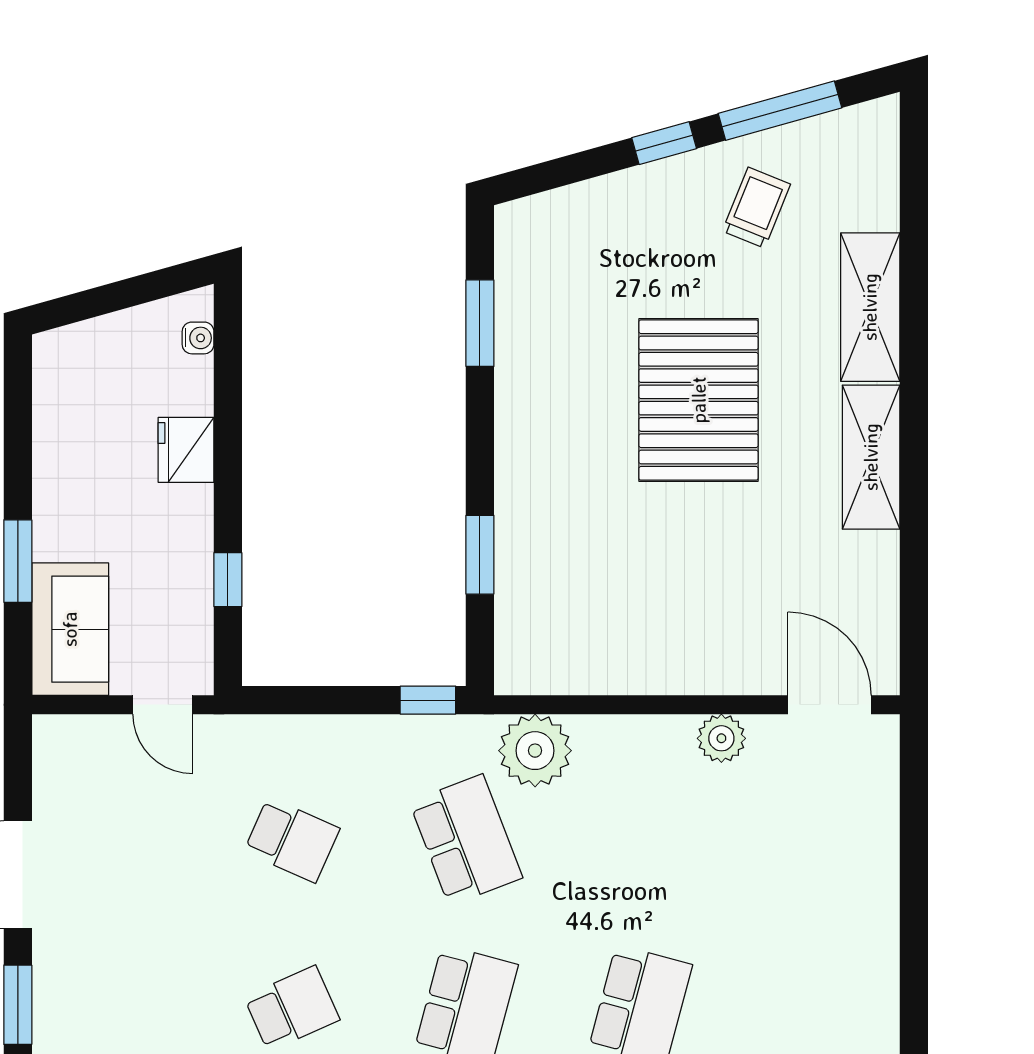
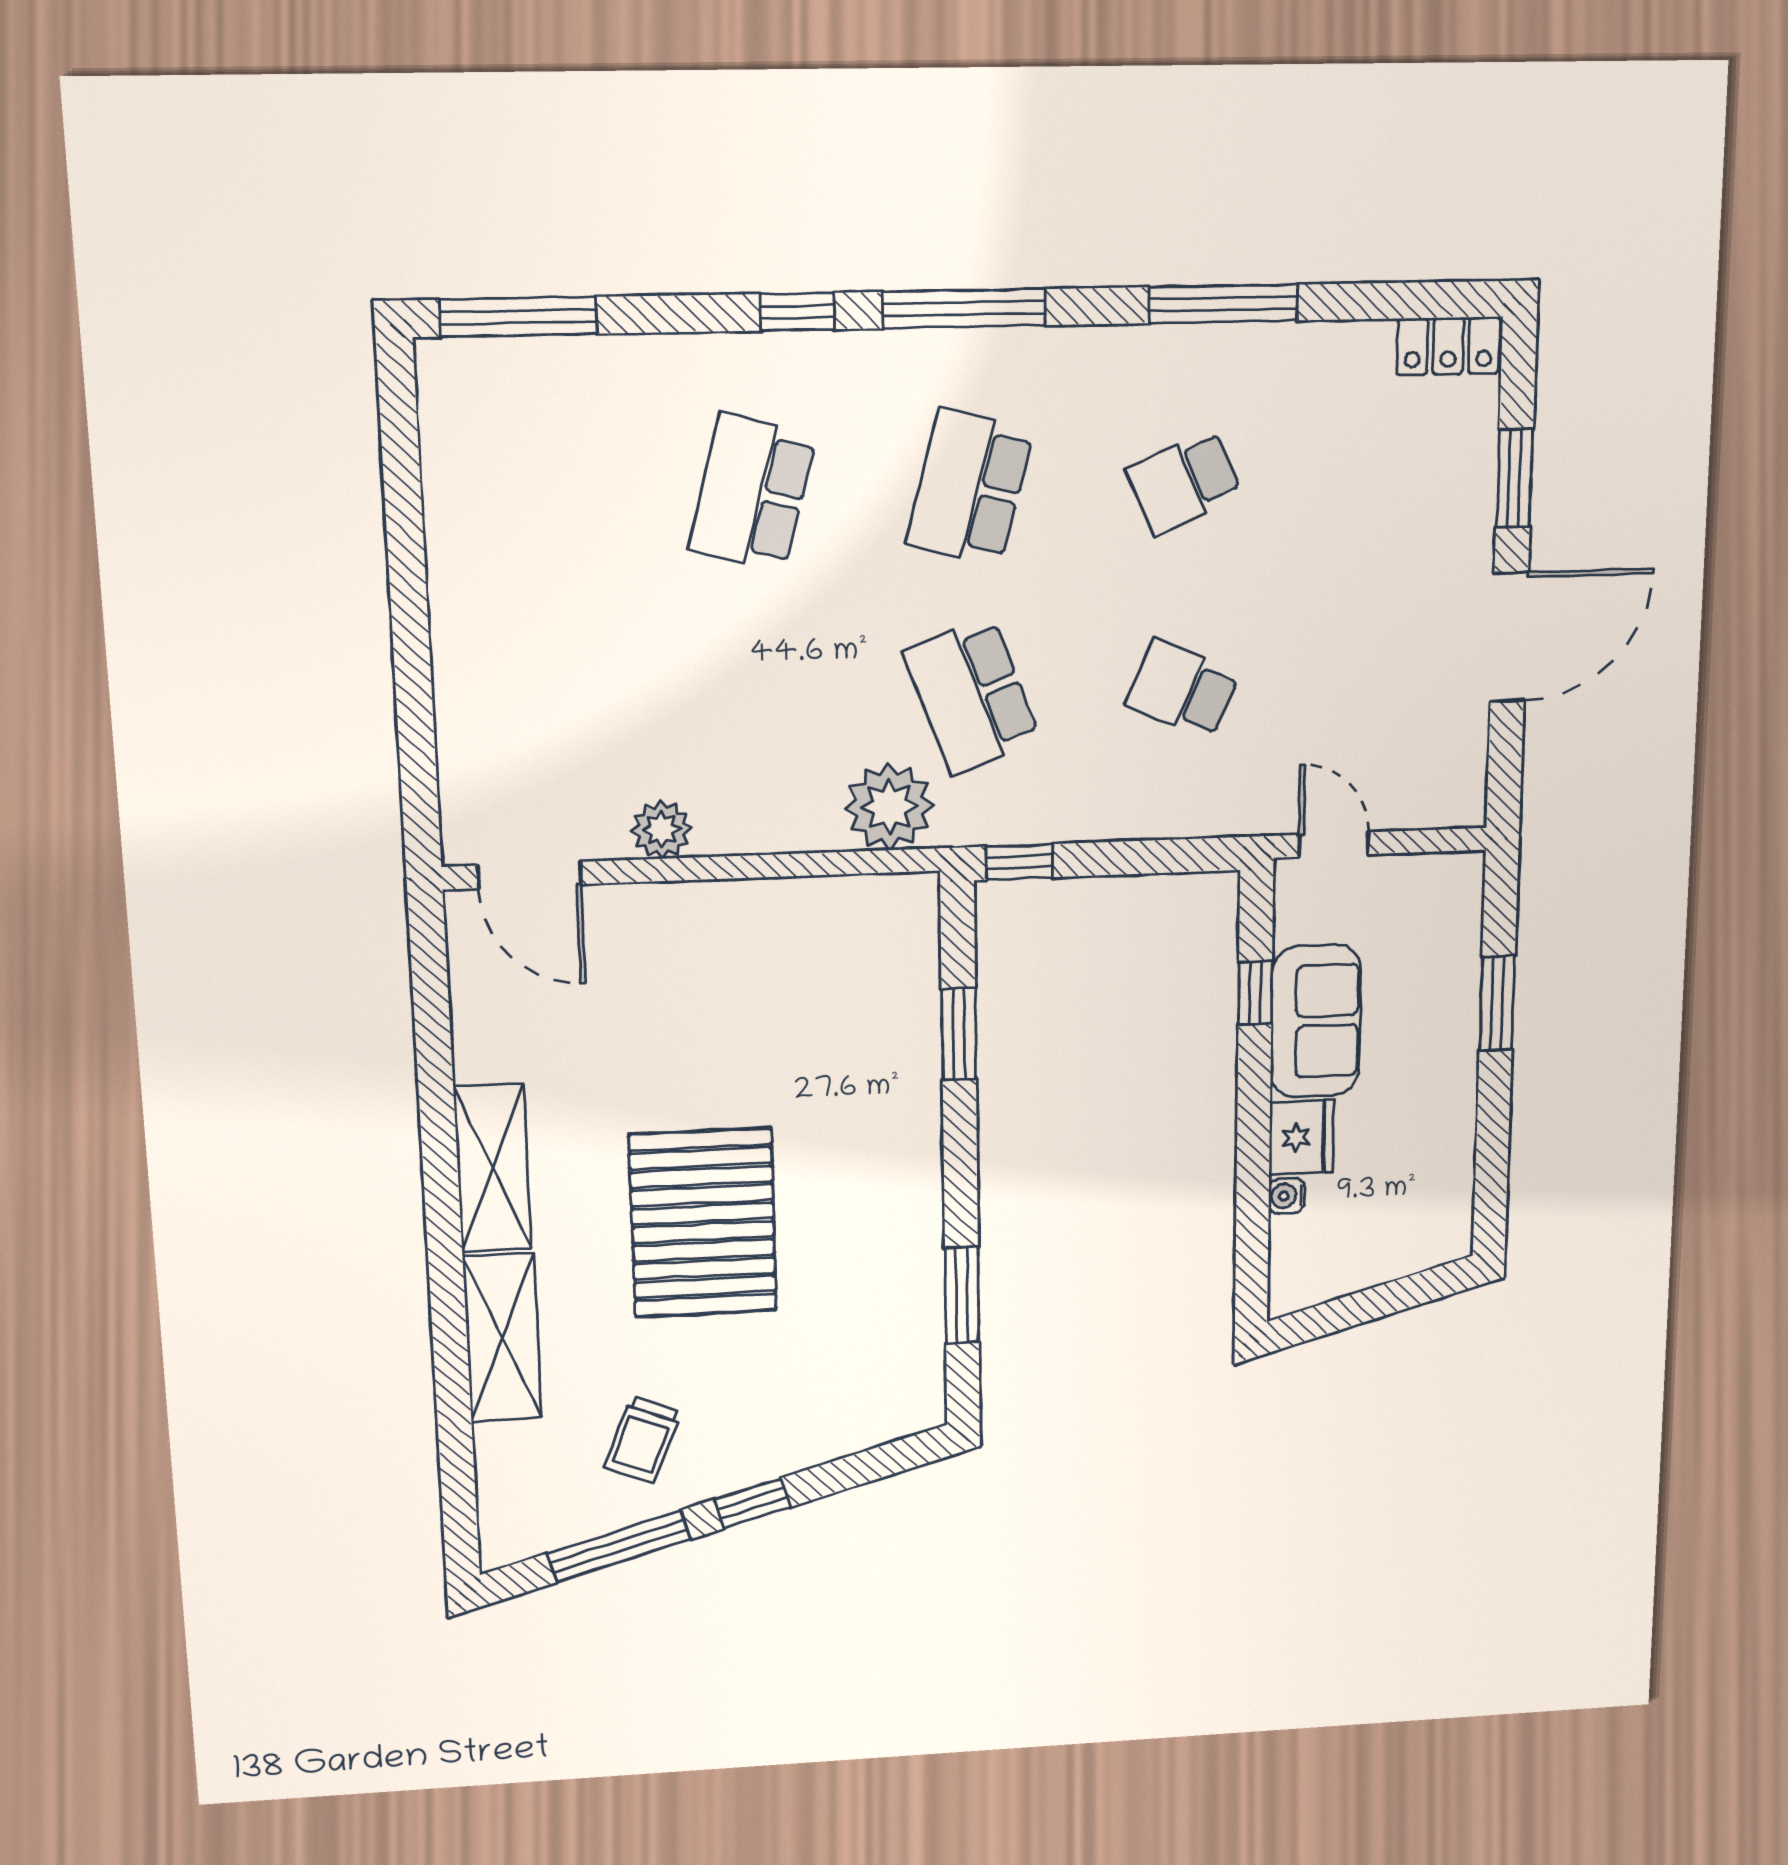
water cooler: (198, 338) -> (1287, 1196), moved
sofa: (70, 629) -> (1315, 1021), moved, turned 180

